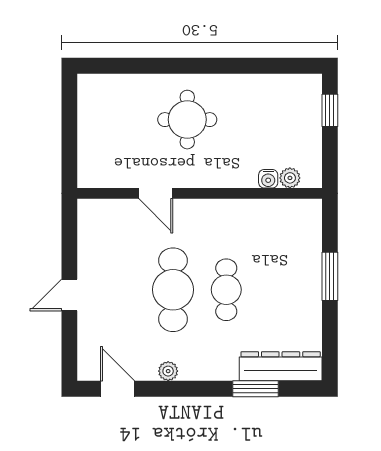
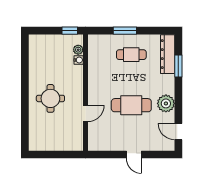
window: (330, 110) -> (70, 31), moved
cafe table: (226, 290) -> (131, 55), moved
plant: (168, 371) -> (166, 103), width x1.88, depth x1.88
door: (117, 389) -> (178, 132), hinge flipped

